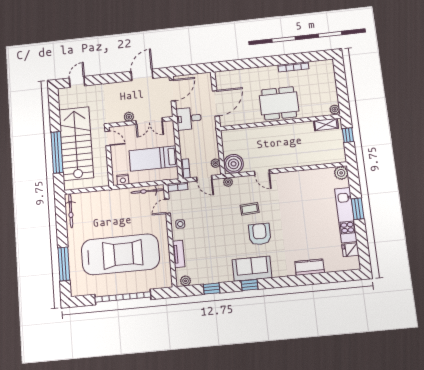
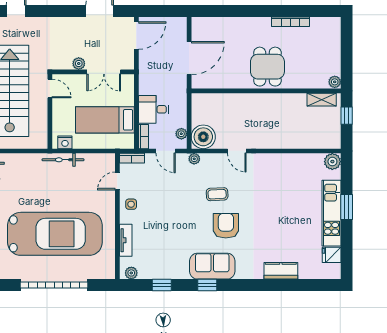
dining table: (279, 103) -> (267, 67), width x0.73
desk: (189, 118) -> (154, 109), moved
bicycle: (147, 191) -> (63, 160), moved

